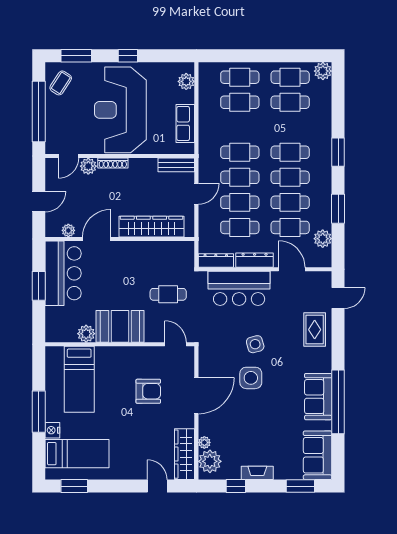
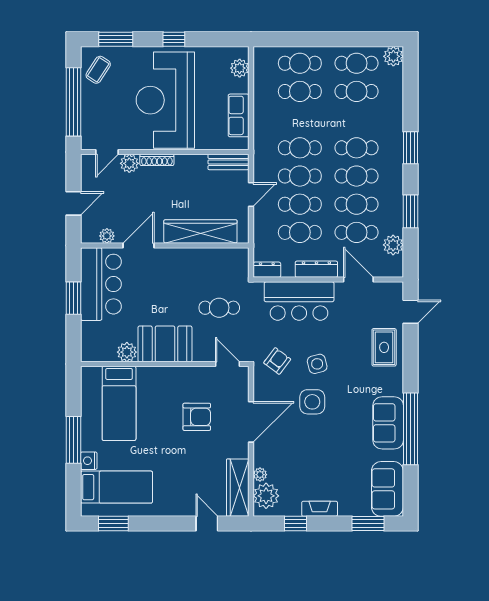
dresser: (216, 261) -> (267, 270), width x0.70
armchair: (220, 342) -> (277, 361), added

